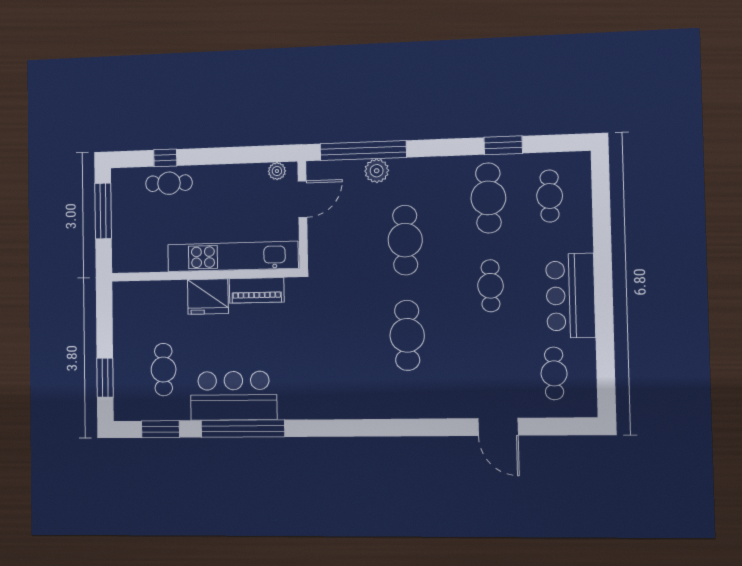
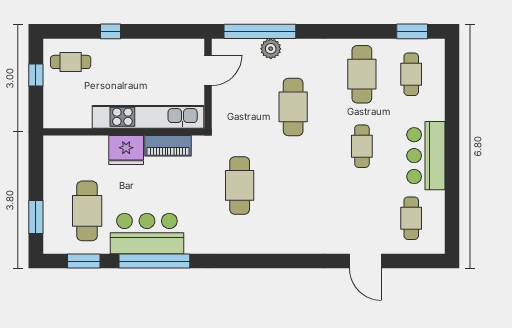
window: (503, 145) -> (412, 31), moved
window: (165, 158) -> (111, 31), moved
plant: (277, 171) -> (187, 46), removed
cafe table: (169, 183) -> (71, 62), moved
window: (103, 211) -> (36, 75), width x0.46
cafe table: (407, 335) -> (240, 185), moved
cafe table: (164, 370) -> (87, 211), width x1.37, depth x1.35

